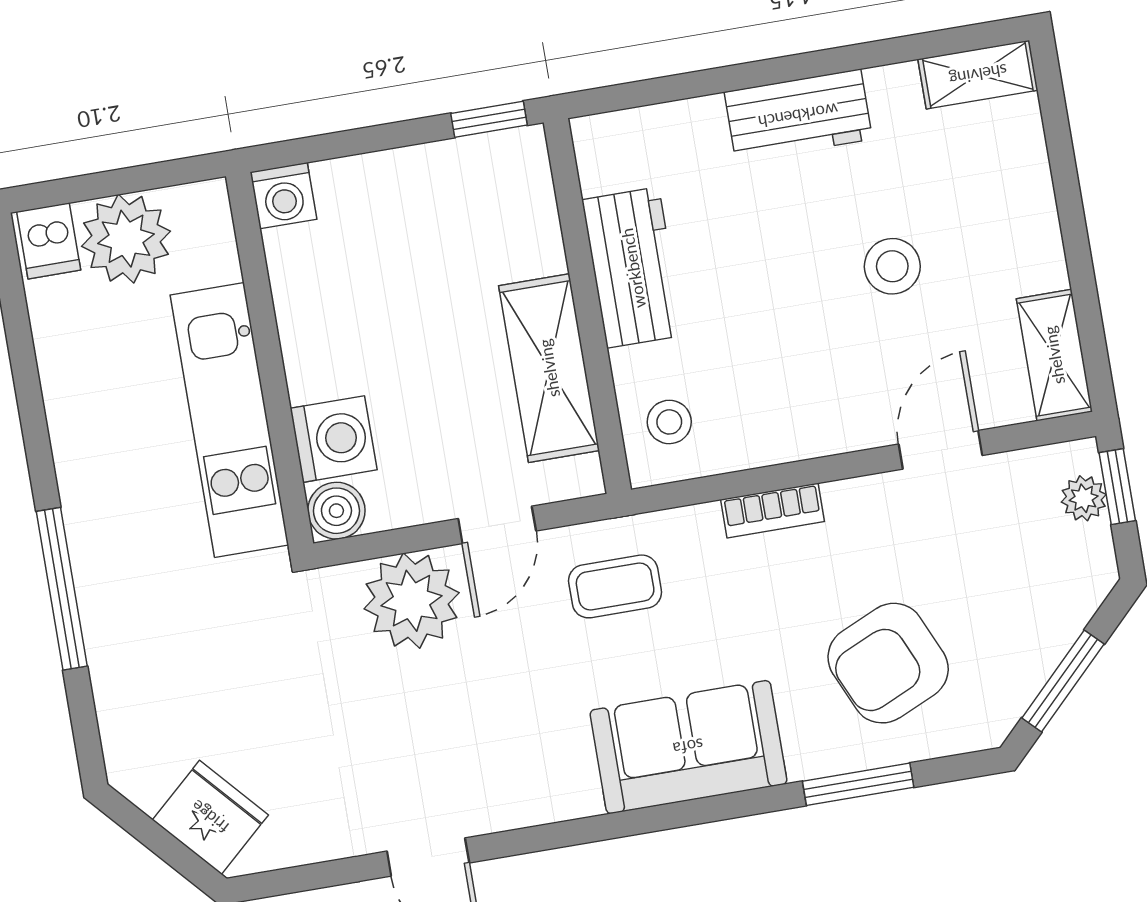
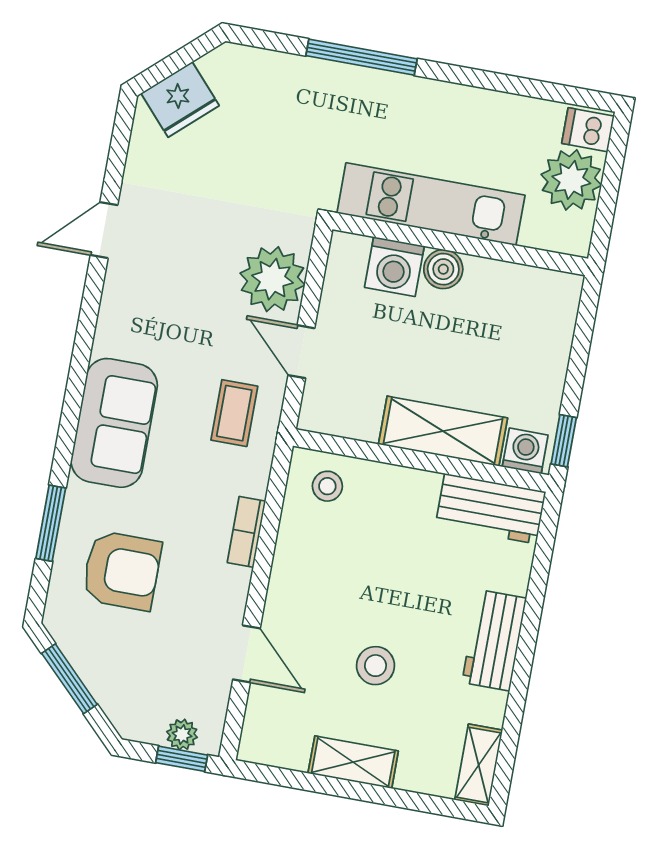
washing machine: (284, 196) -> (525, 451), moved, turned 90
workbench: (633, 268) -> (491, 509), moved
shelving: (1054, 355) -> (353, 762), moved
shelving: (549, 368) -> (443, 431), moved
boiler: (336, 511) -> (443, 269), moved
armchair: (888, 663) -> (122, 571), turned 114

